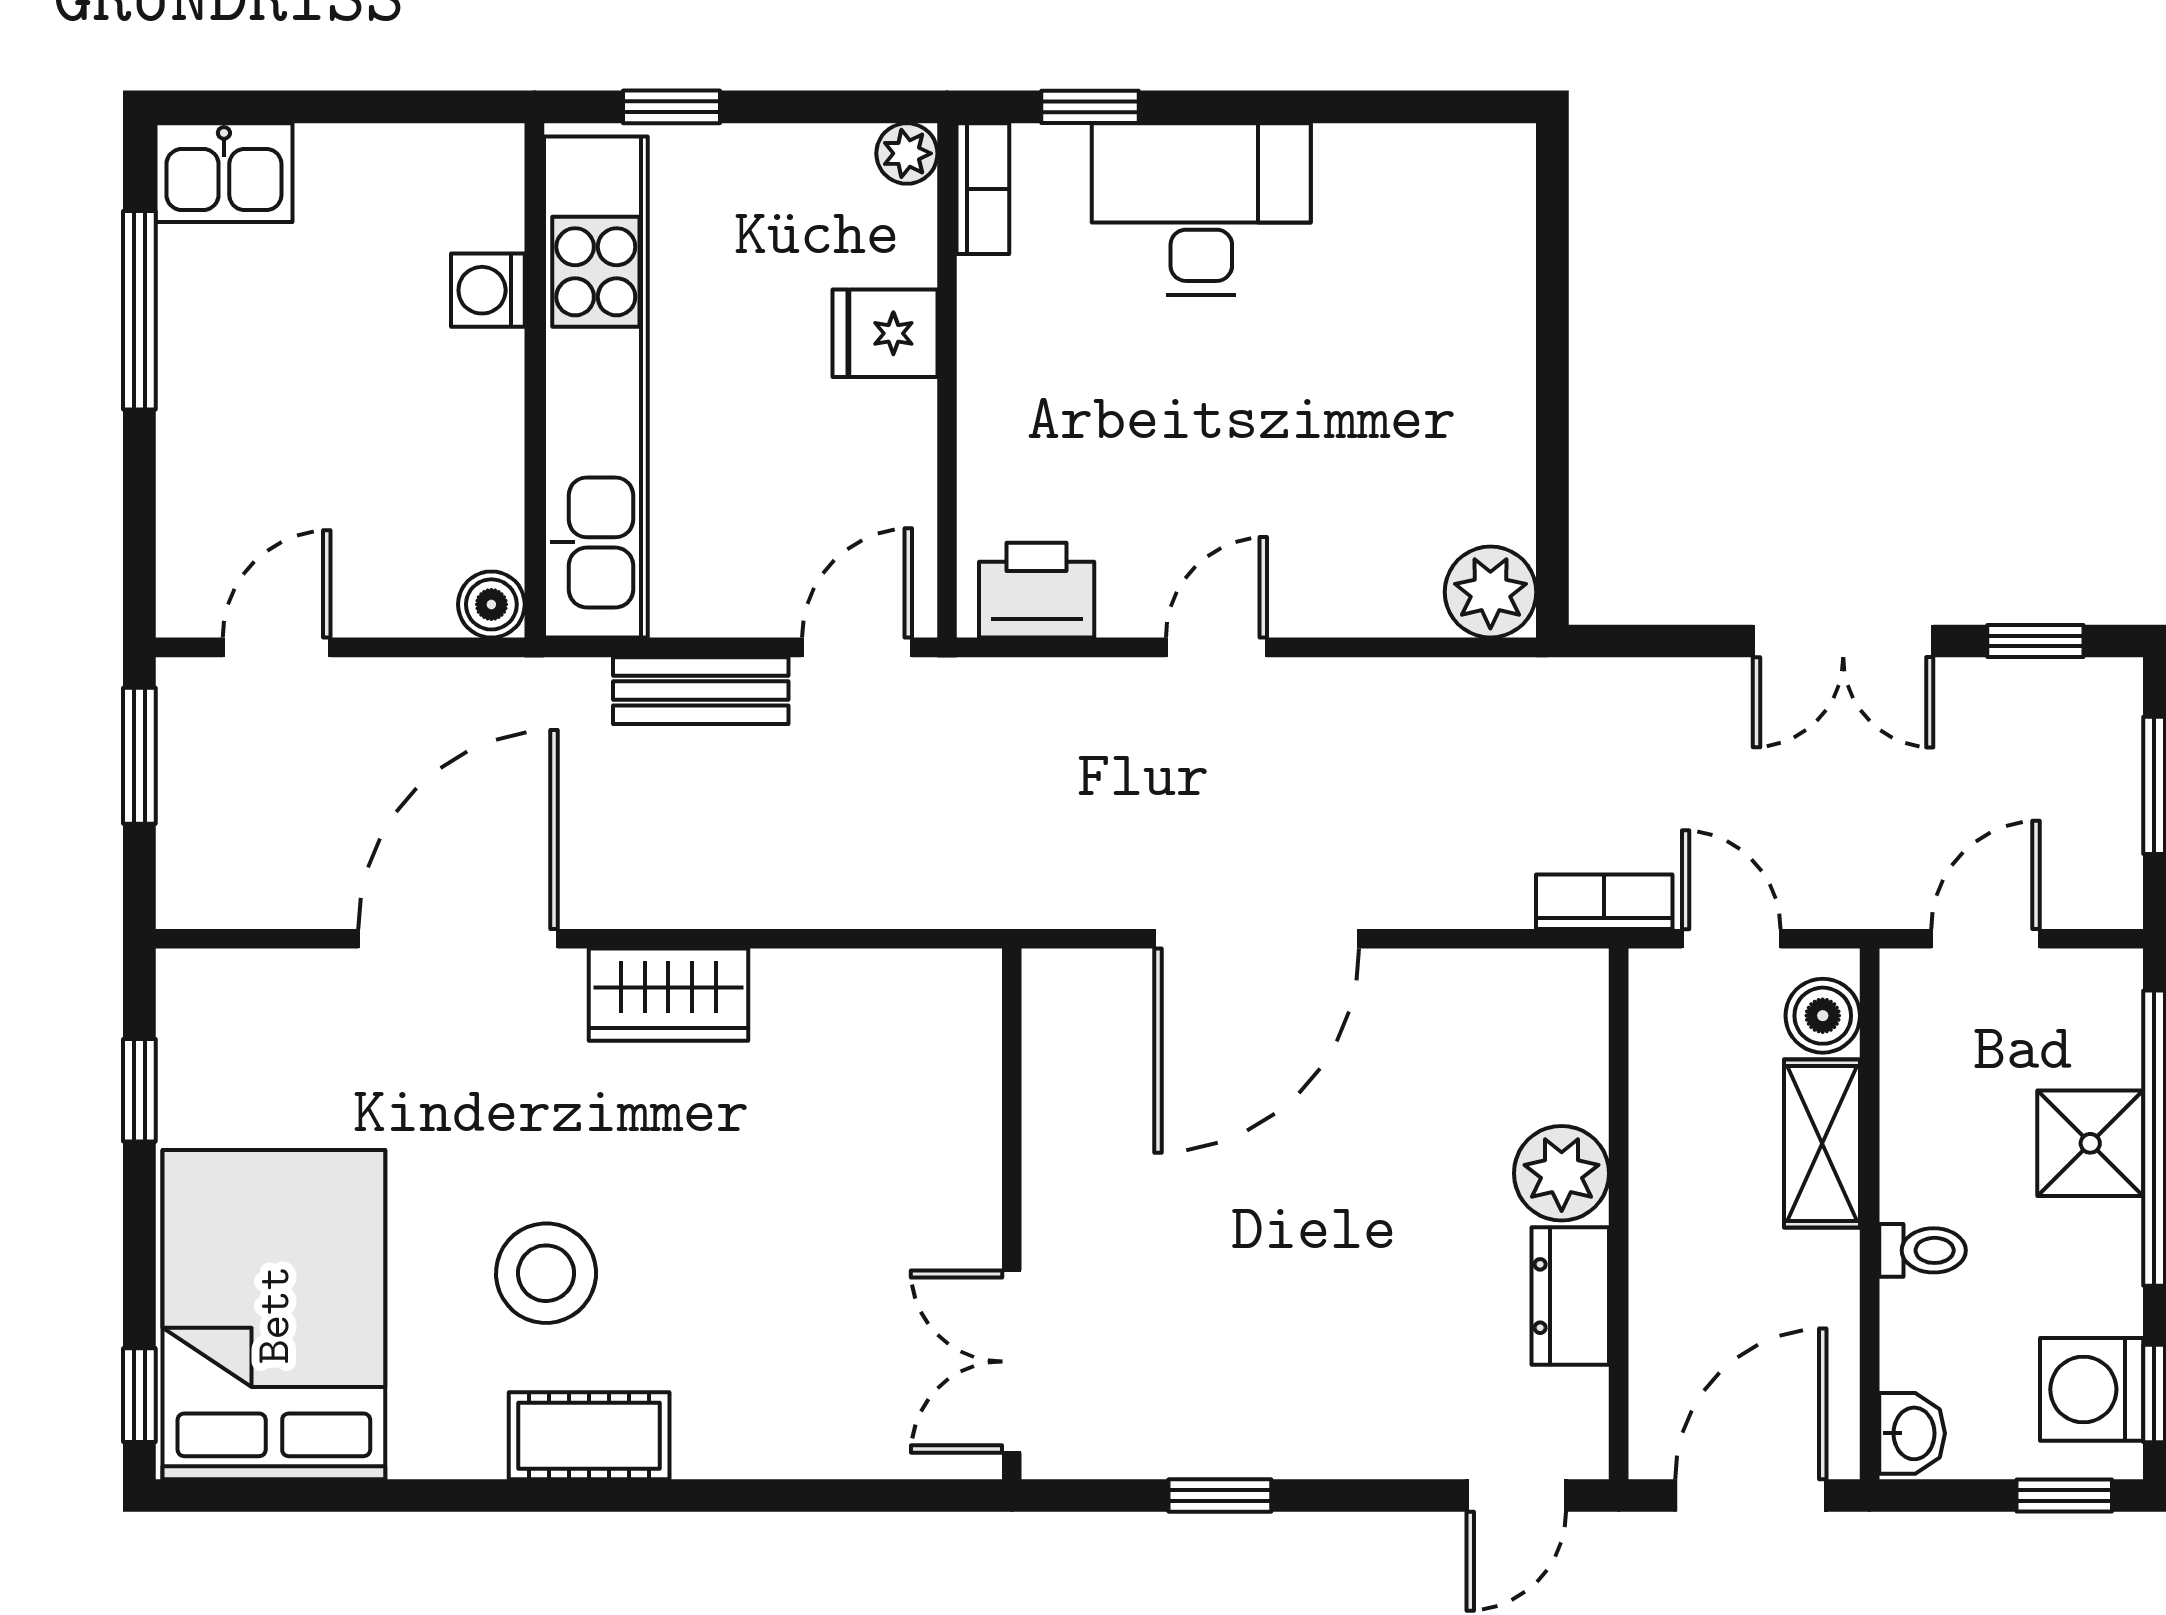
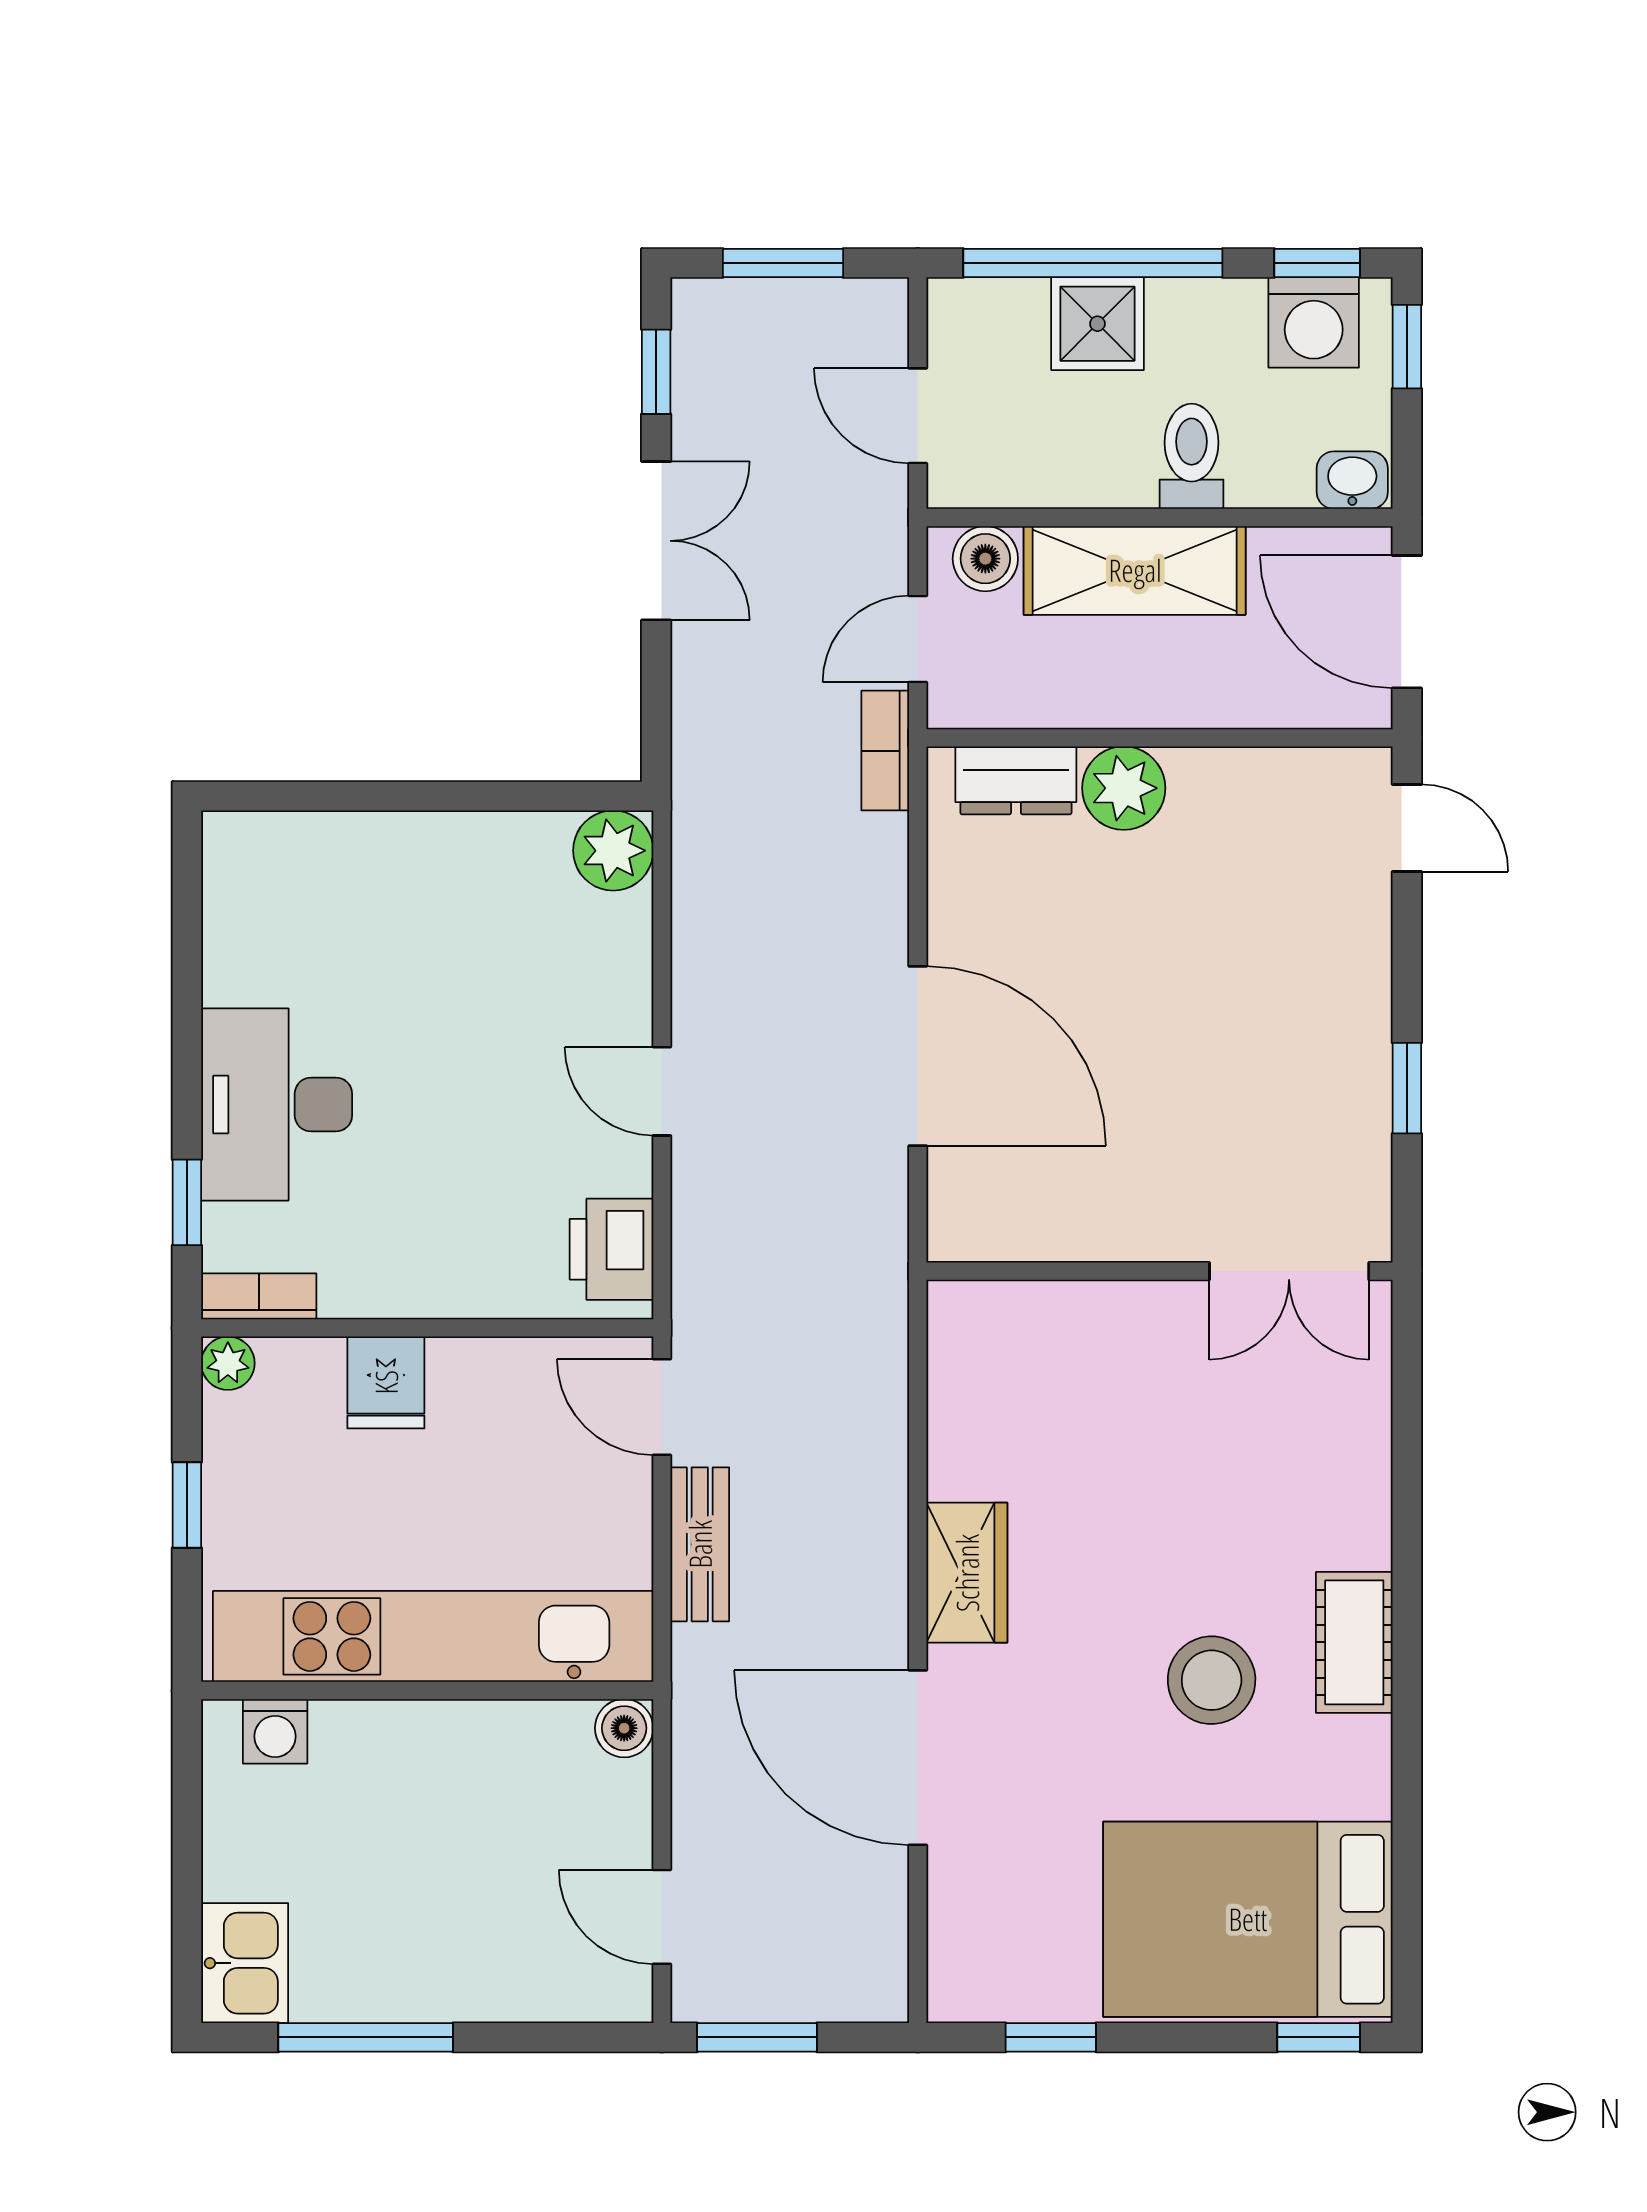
window: (671, 107) -> (187, 1505), moved
washing machine: (488, 290) -> (275, 1731), moved
shelving: (1822, 1143) -> (1135, 570), width x1.50, depth x1.33
toilet: (1923, 1250) -> (1192, 456), width x1.37, depth x1.39
dresser: (1570, 1296) -> (1016, 780), moved

